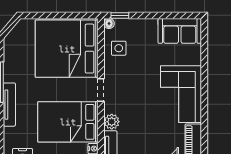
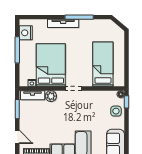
side table: (119, 48) -> (116, 111), moved
bed: (67, 49) -> (103, 64), width x0.49

